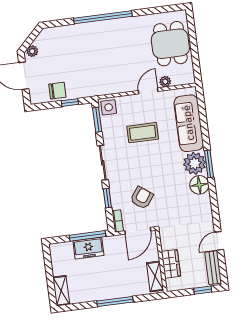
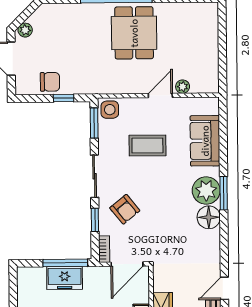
dining table: (170, 44) -> (134, 33), moved
sofa: (189, 123) -> (205, 141), width x0.73
armchair: (142, 198) -> (125, 209), moved, turned 105

